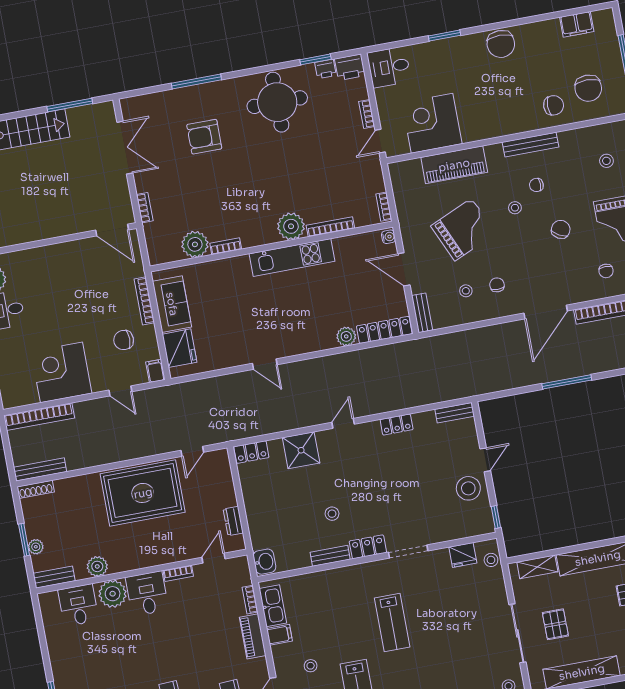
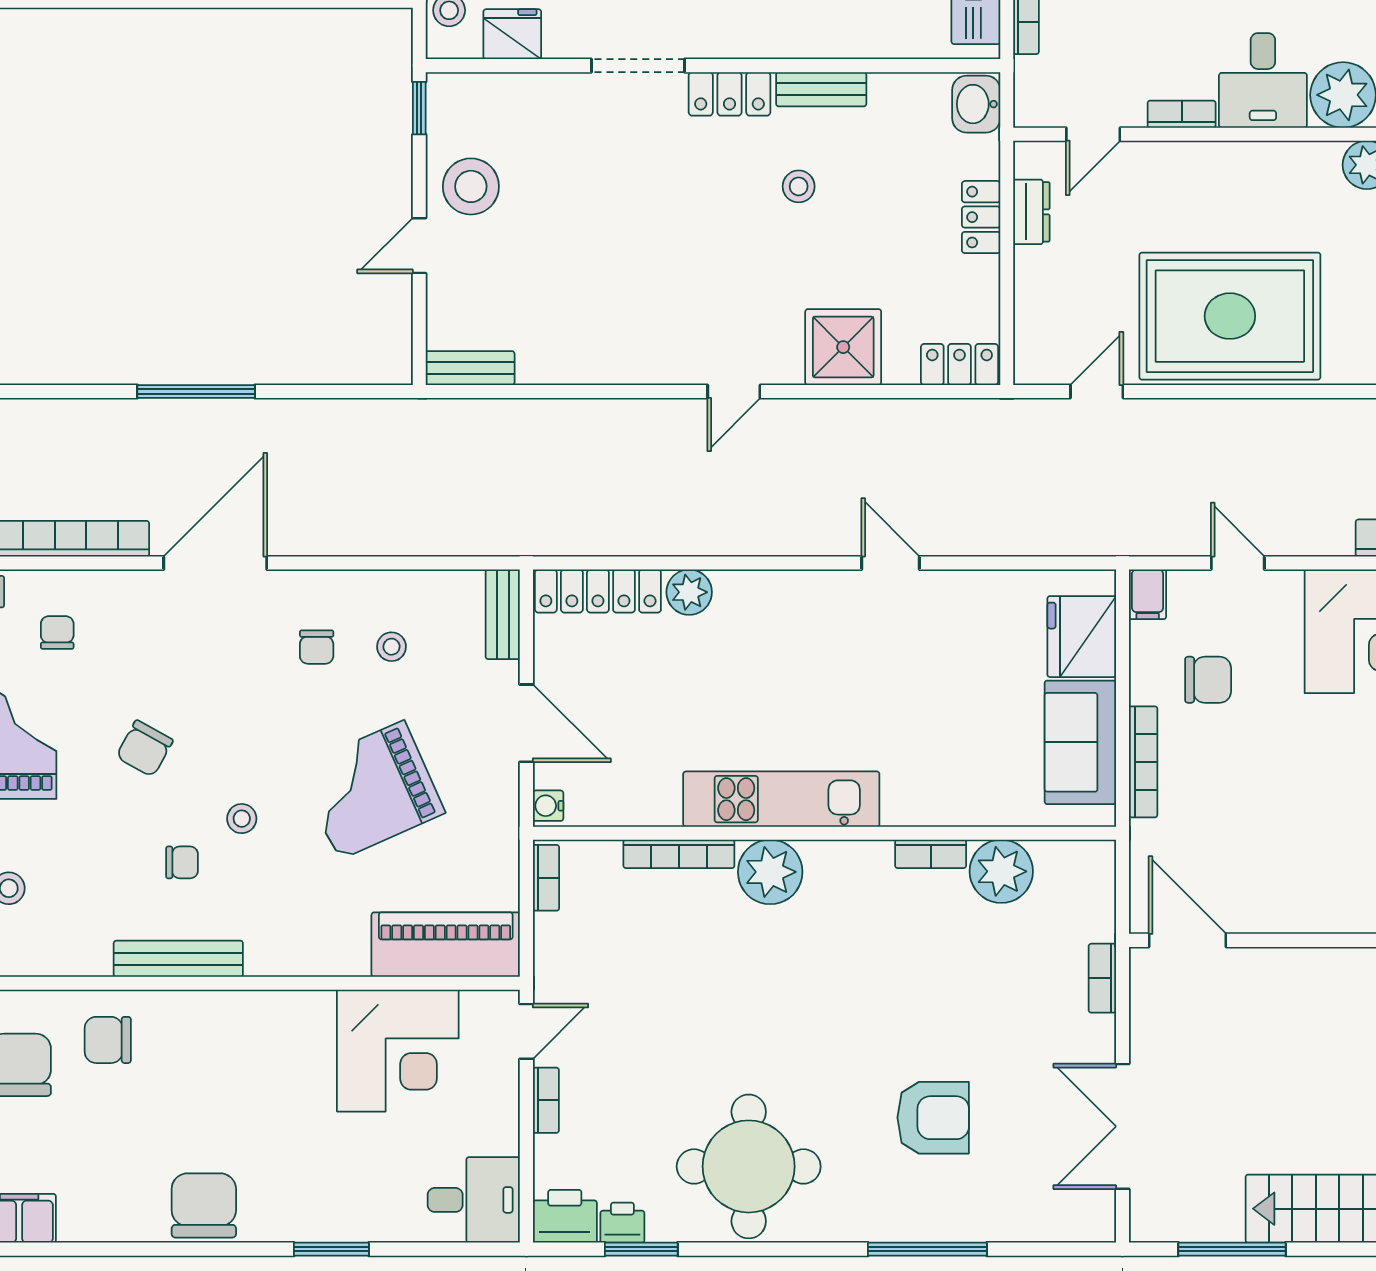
piano: (454, 165) -> (446, 945), moved
locker: (397, 425) -> (981, 217), moved, turned -90

